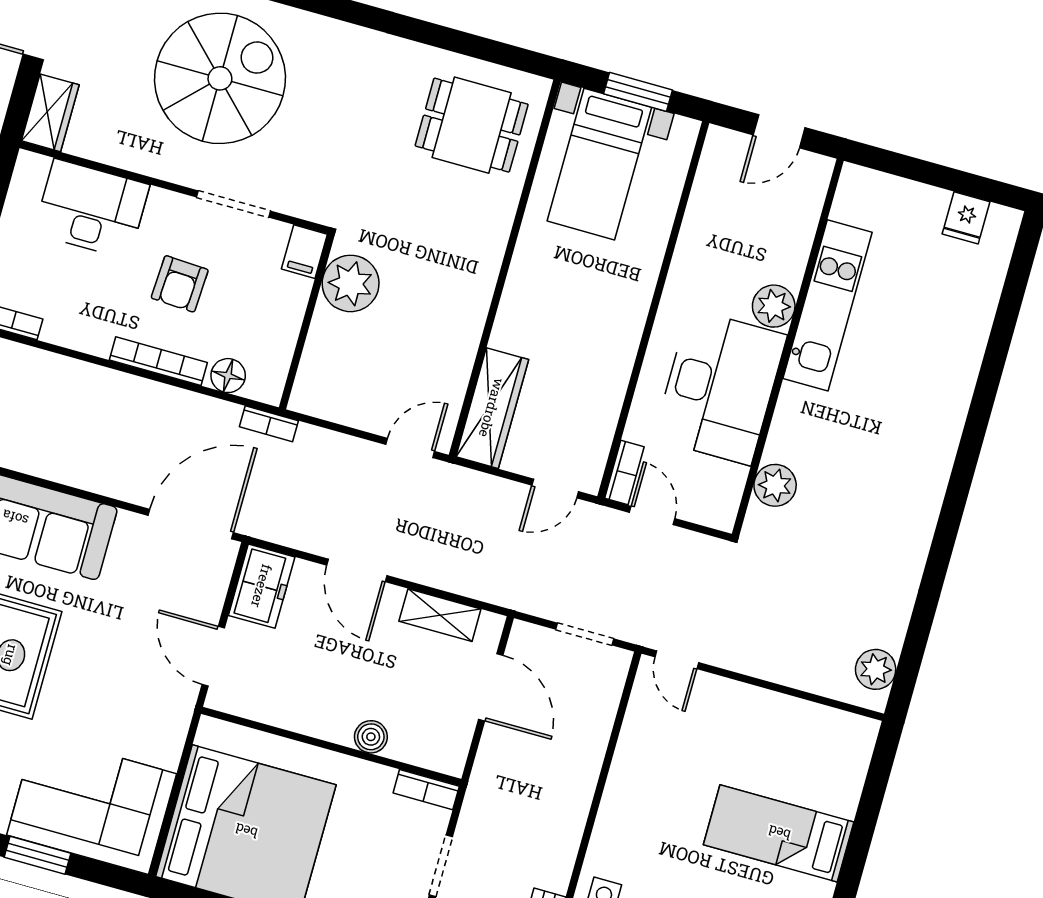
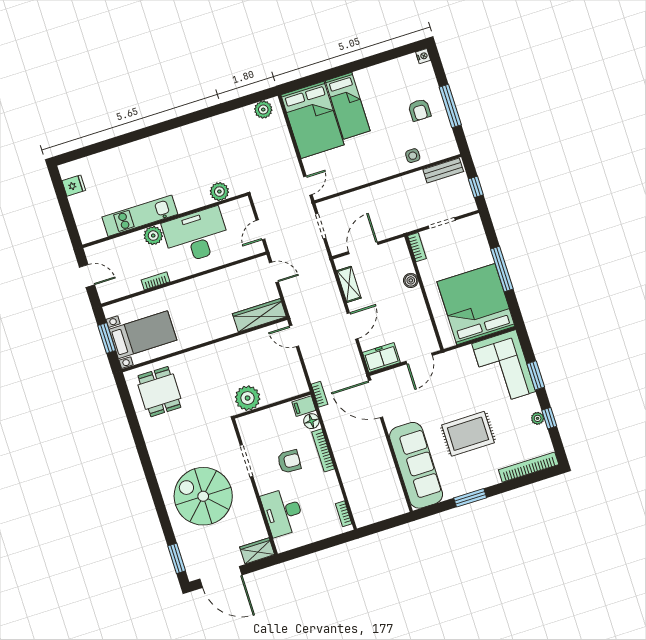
filing cabinet: (304, 252) -> (304, 406), moved, turned 180
bookcase: (624, 472) -> (155, 281), moved
bed: (796, 750) -> (312, 120), added

